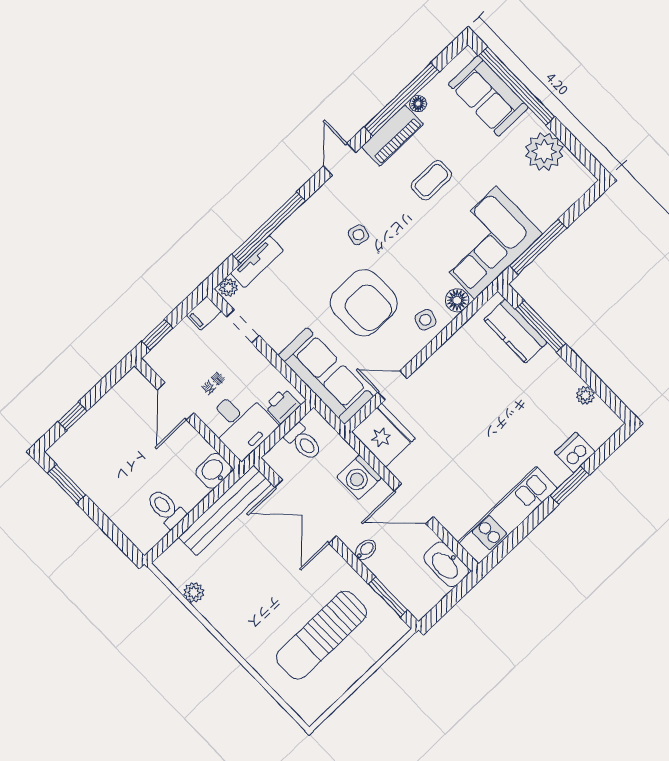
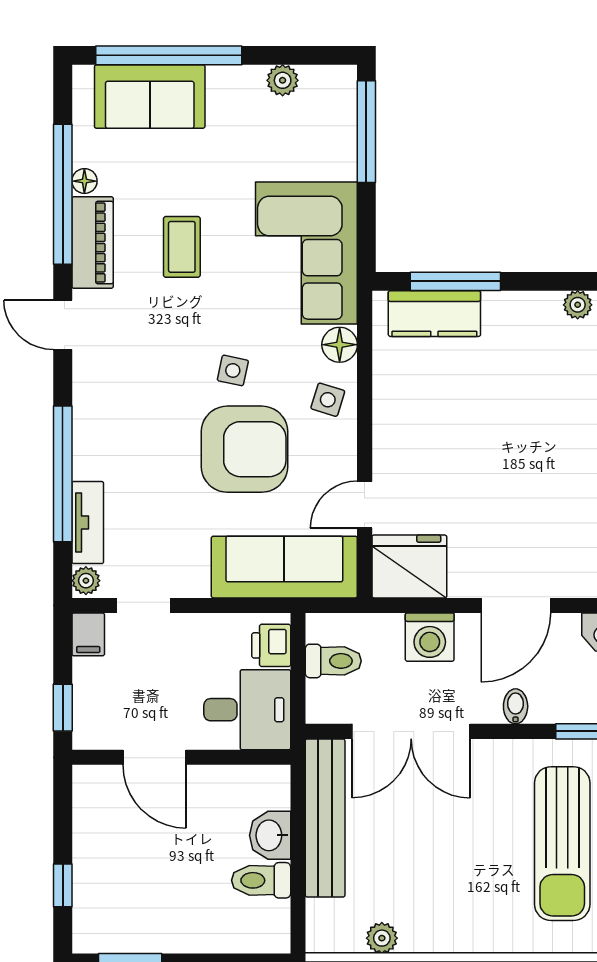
plant: (544, 152) -> (283, 80), width x0.53, depth x0.53
side table: (358, 235) -> (233, 370), moved
window: (538, 247) -> (366, 132), moved
washbasin: (214, 471) -> (270, 835), moved

